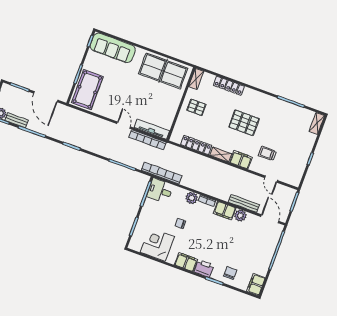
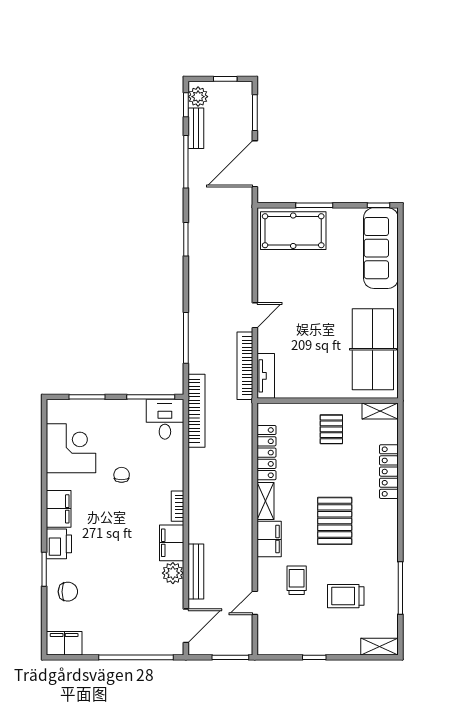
tv unit: (152, 129) -> (266, 376), width x0.71
trolley: (285, 131) -> (346, 596), added
plant: (192, 198) -> (172, 478), removed

